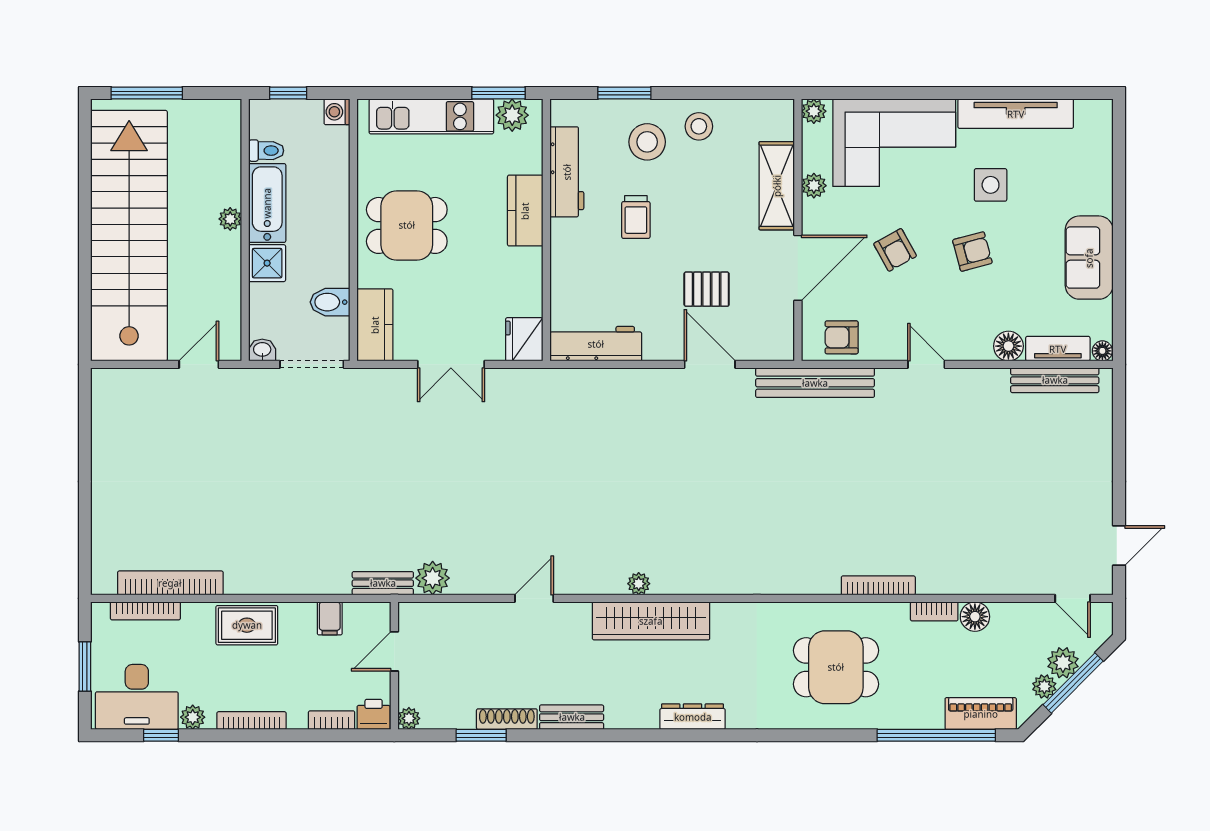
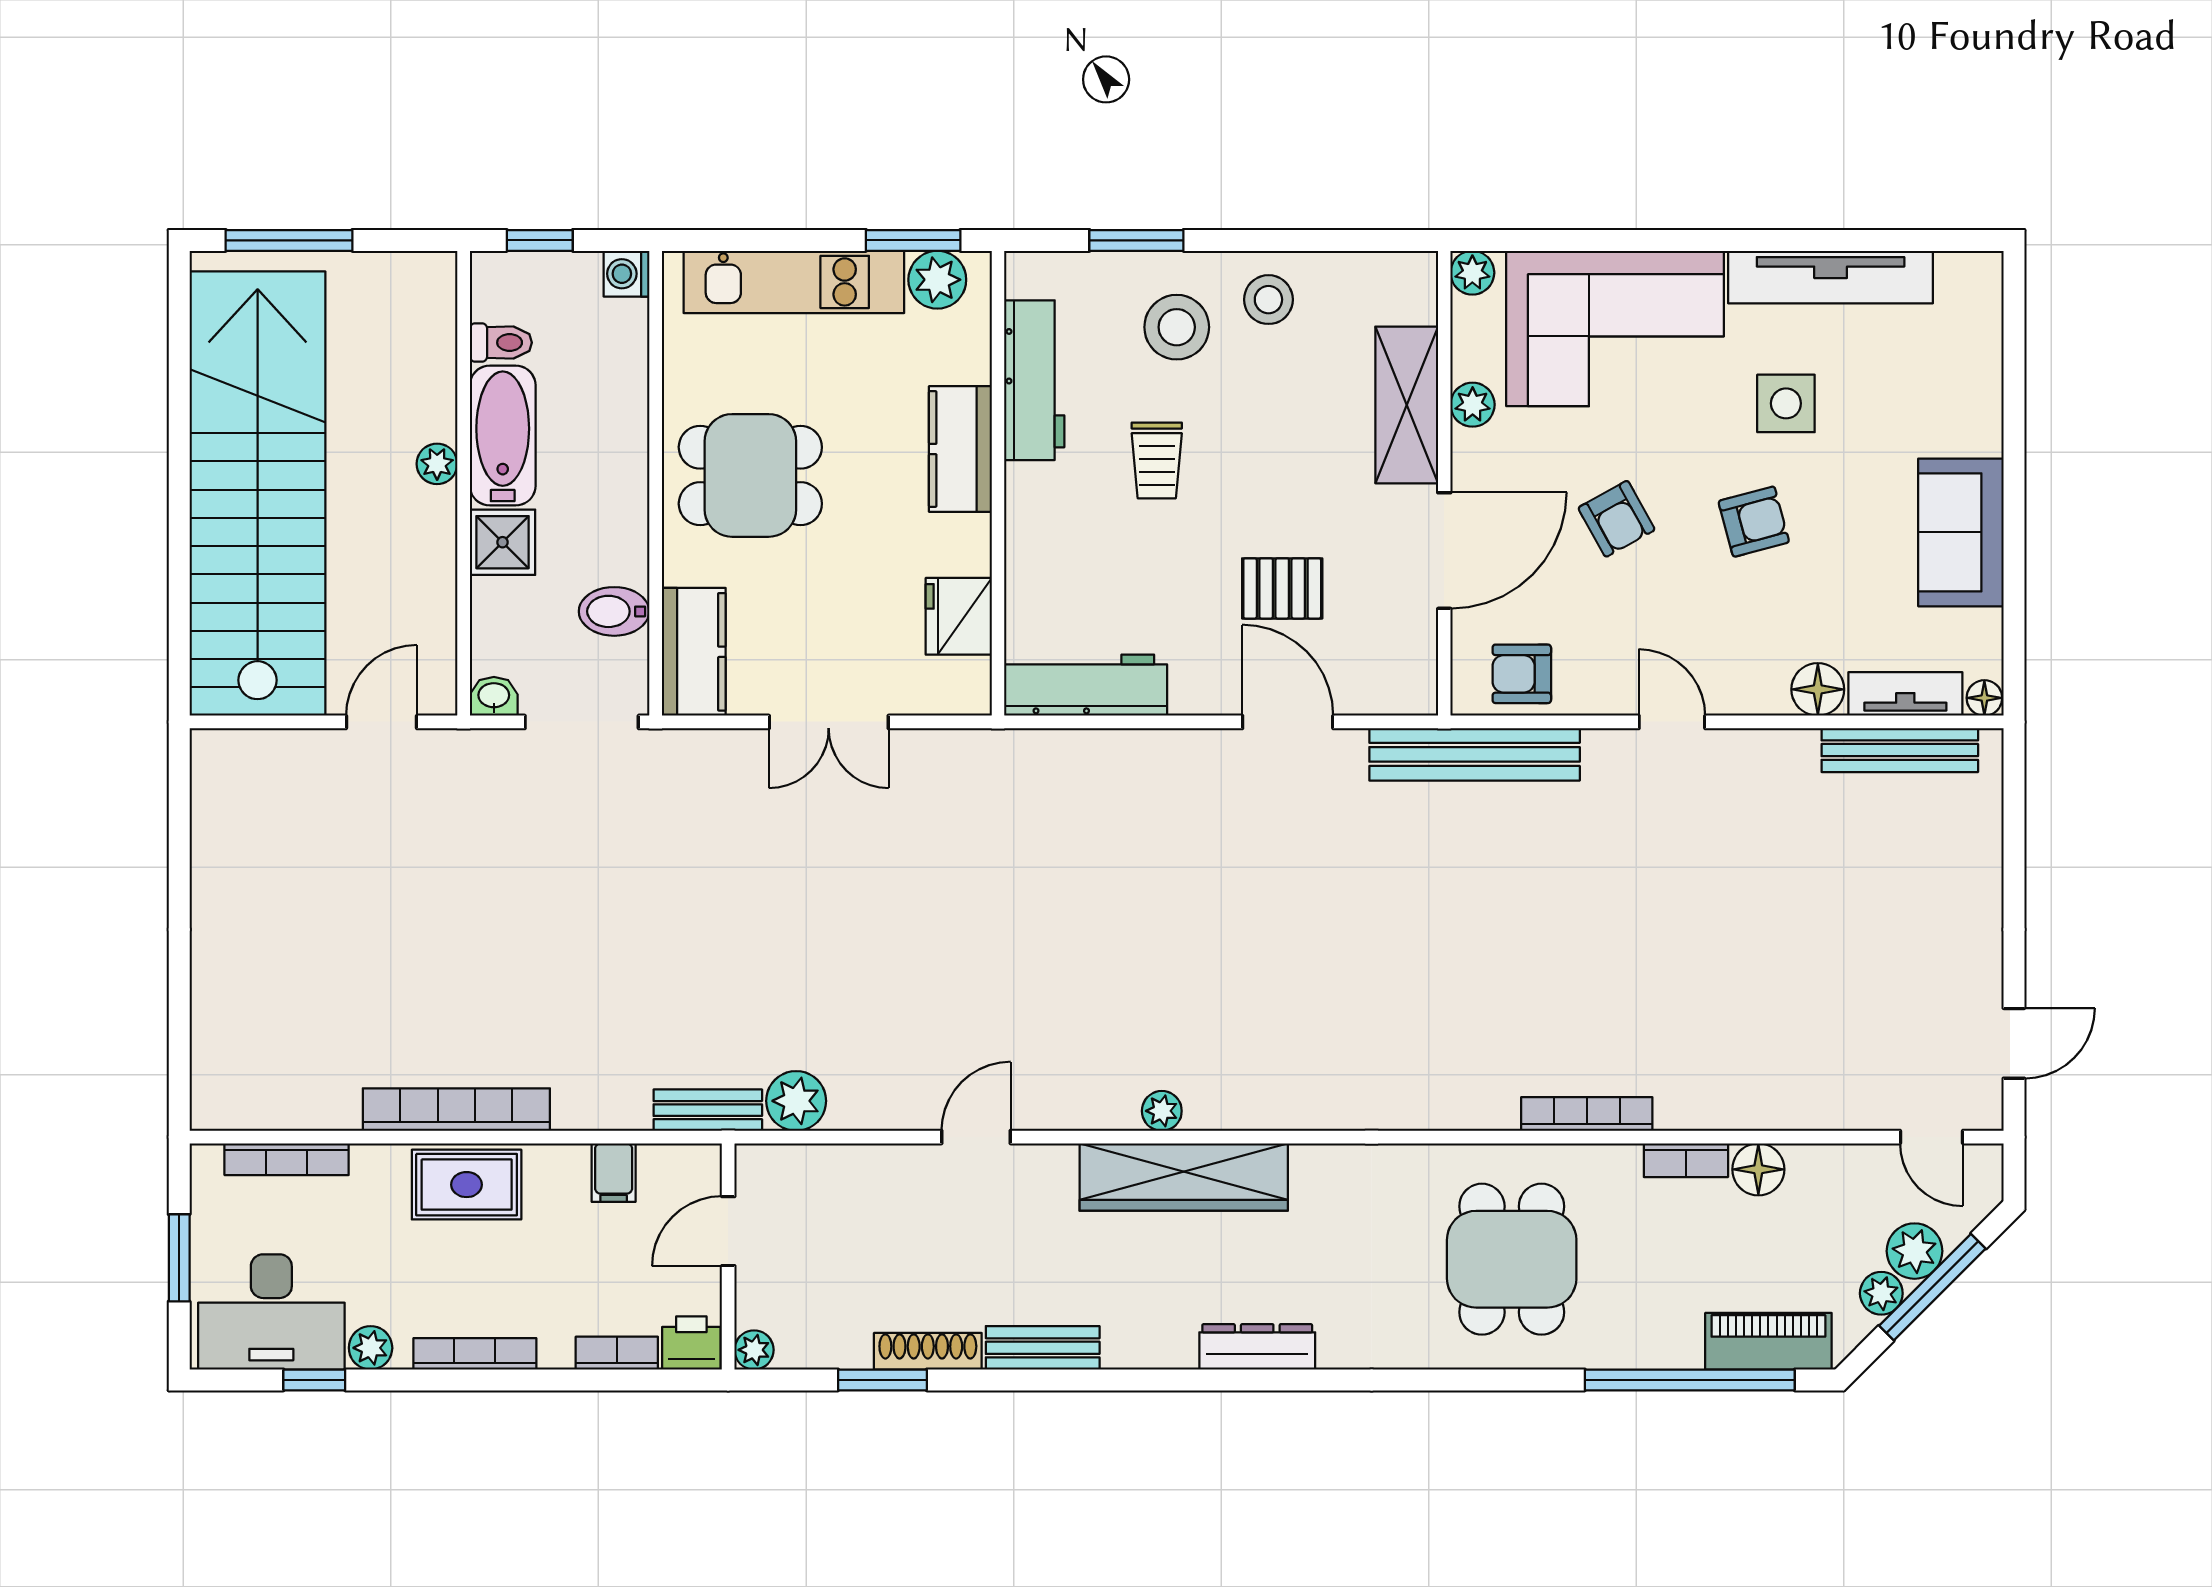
fridge: (524, 339) -> (959, 616), moved
bookcase: (170, 583) -> (456, 1110), moved
dining table: (836, 667) -> (1512, 1259), turned 90

